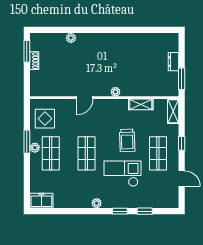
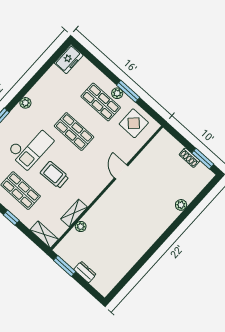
plant: (115, 92) -> (81, 227), moved

